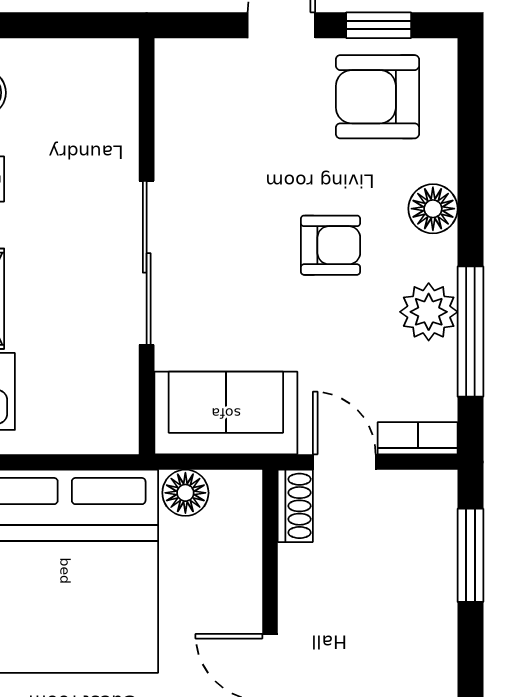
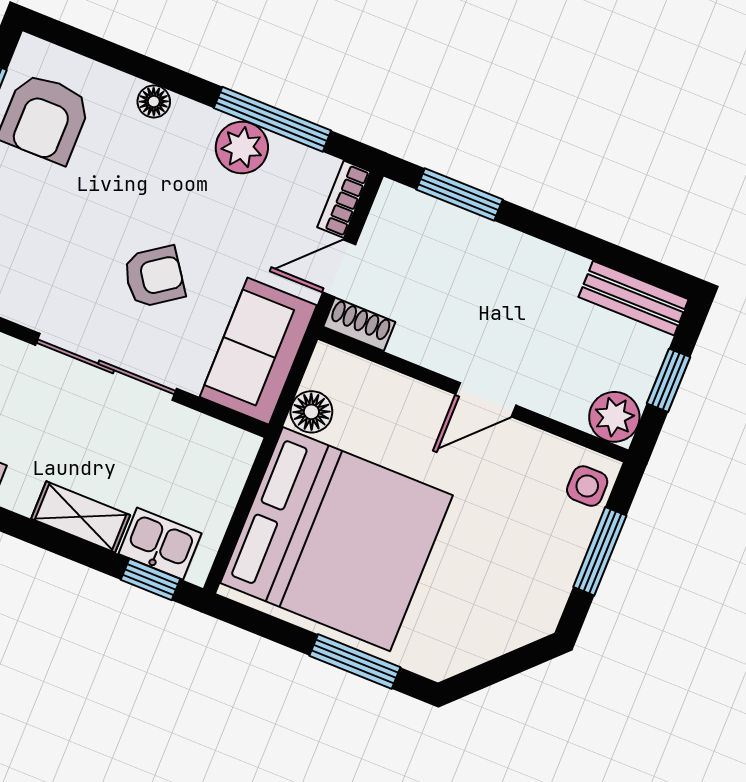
floor lamp: (433, 209) -> (154, 101), width x0.73, depth x0.73
armchair: (331, 245) -> (154, 277), moved, turned 55

